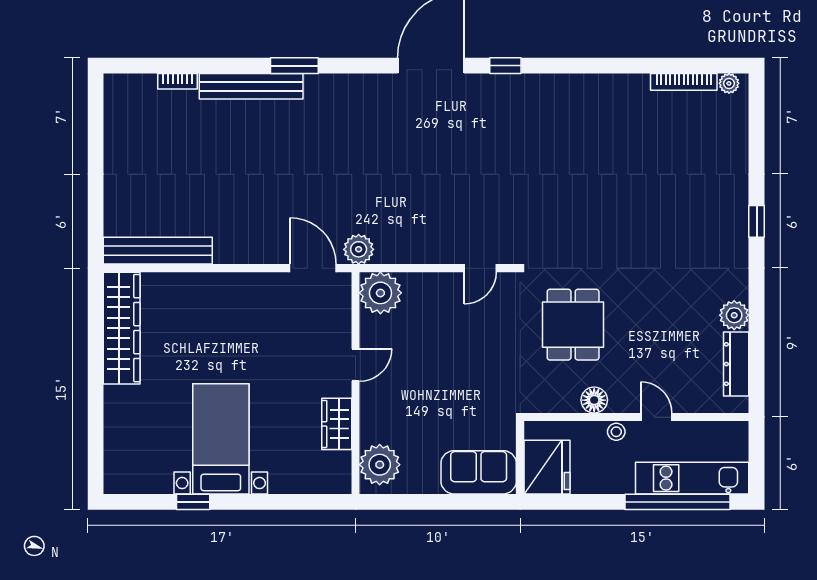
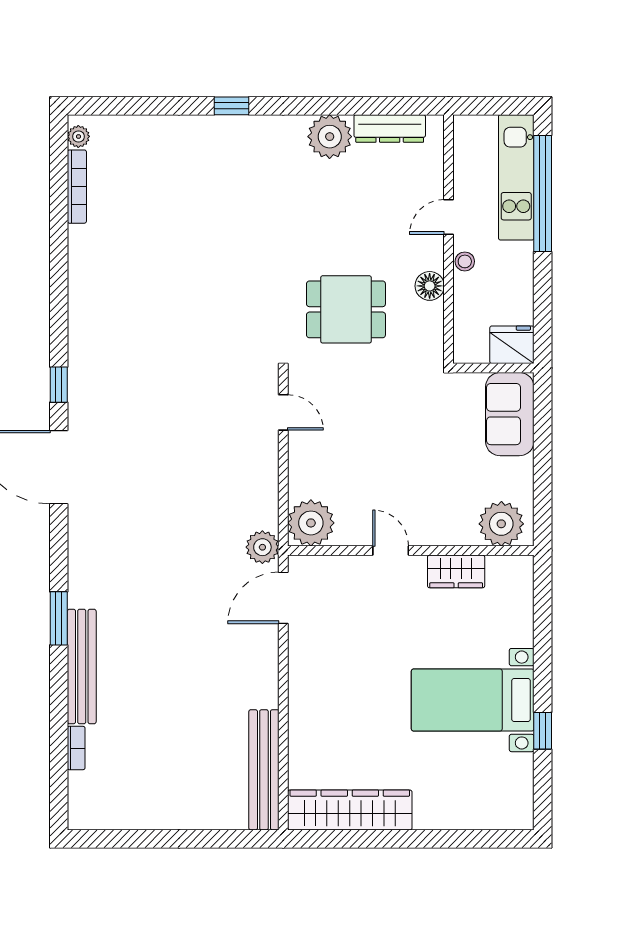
plant: (734, 315) -> (330, 137), width x1.36, depth x1.36
fridge: (547, 467) -> (512, 345), width x0.73, depth x0.75

